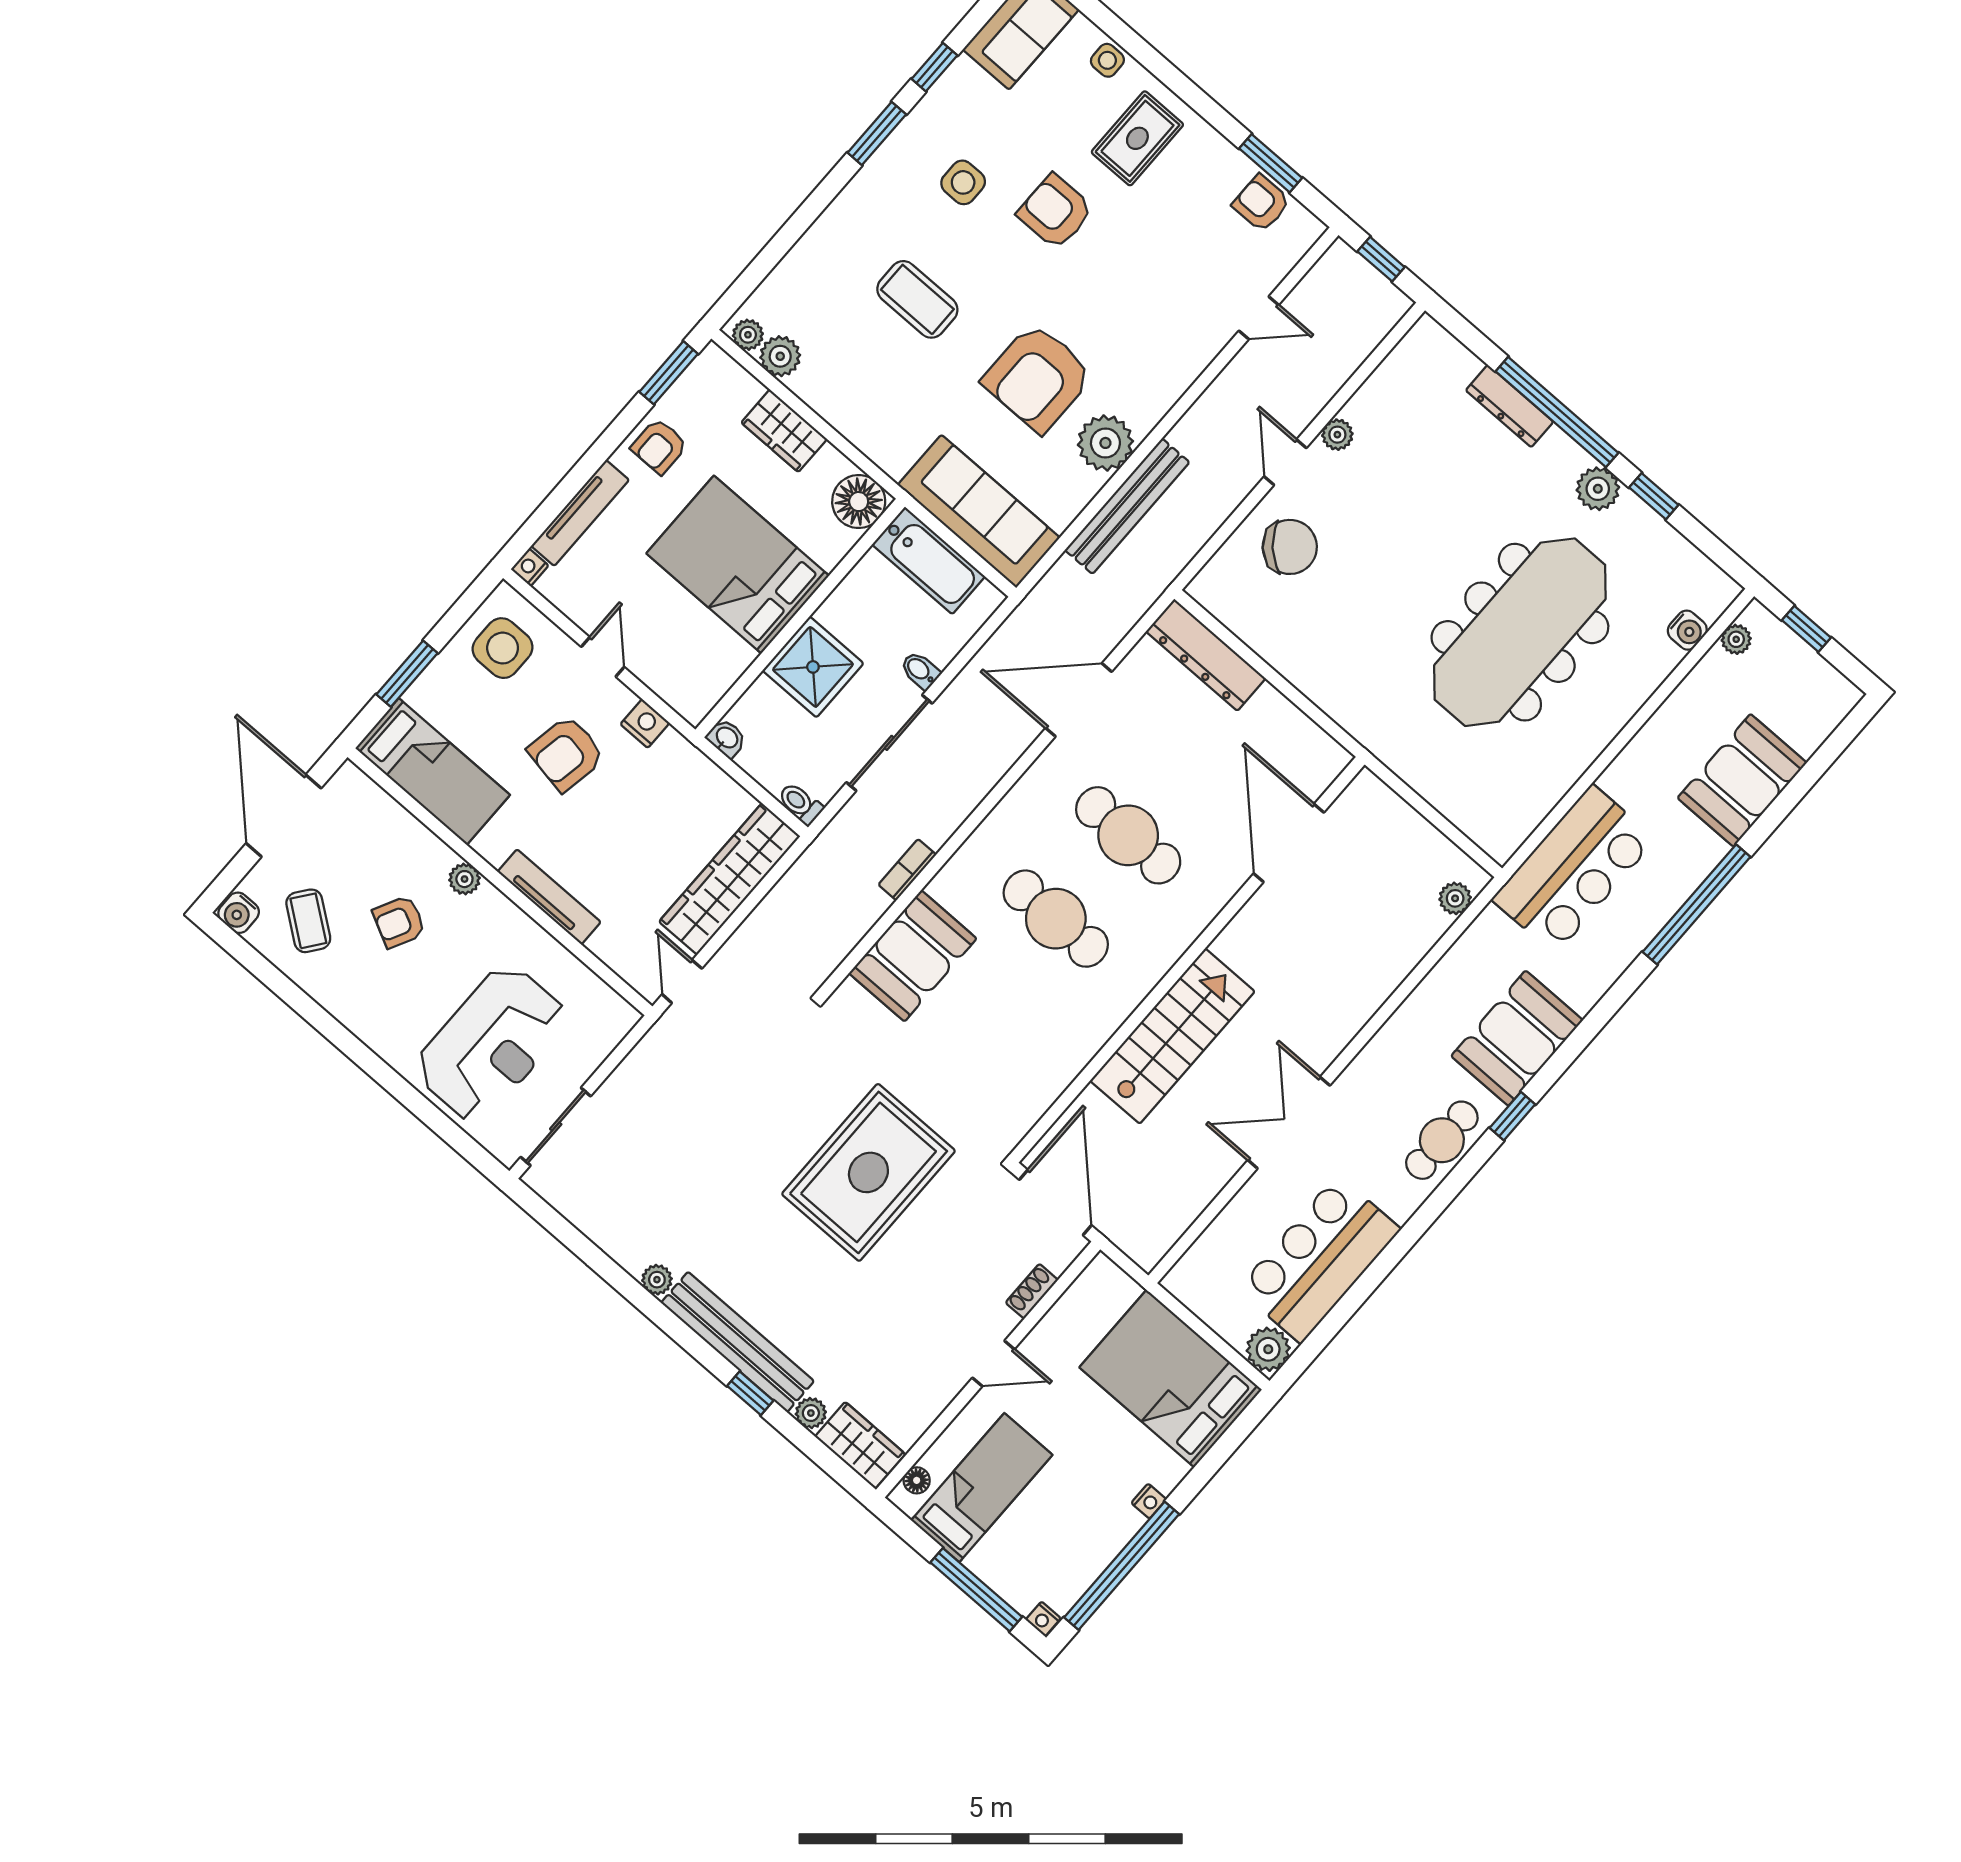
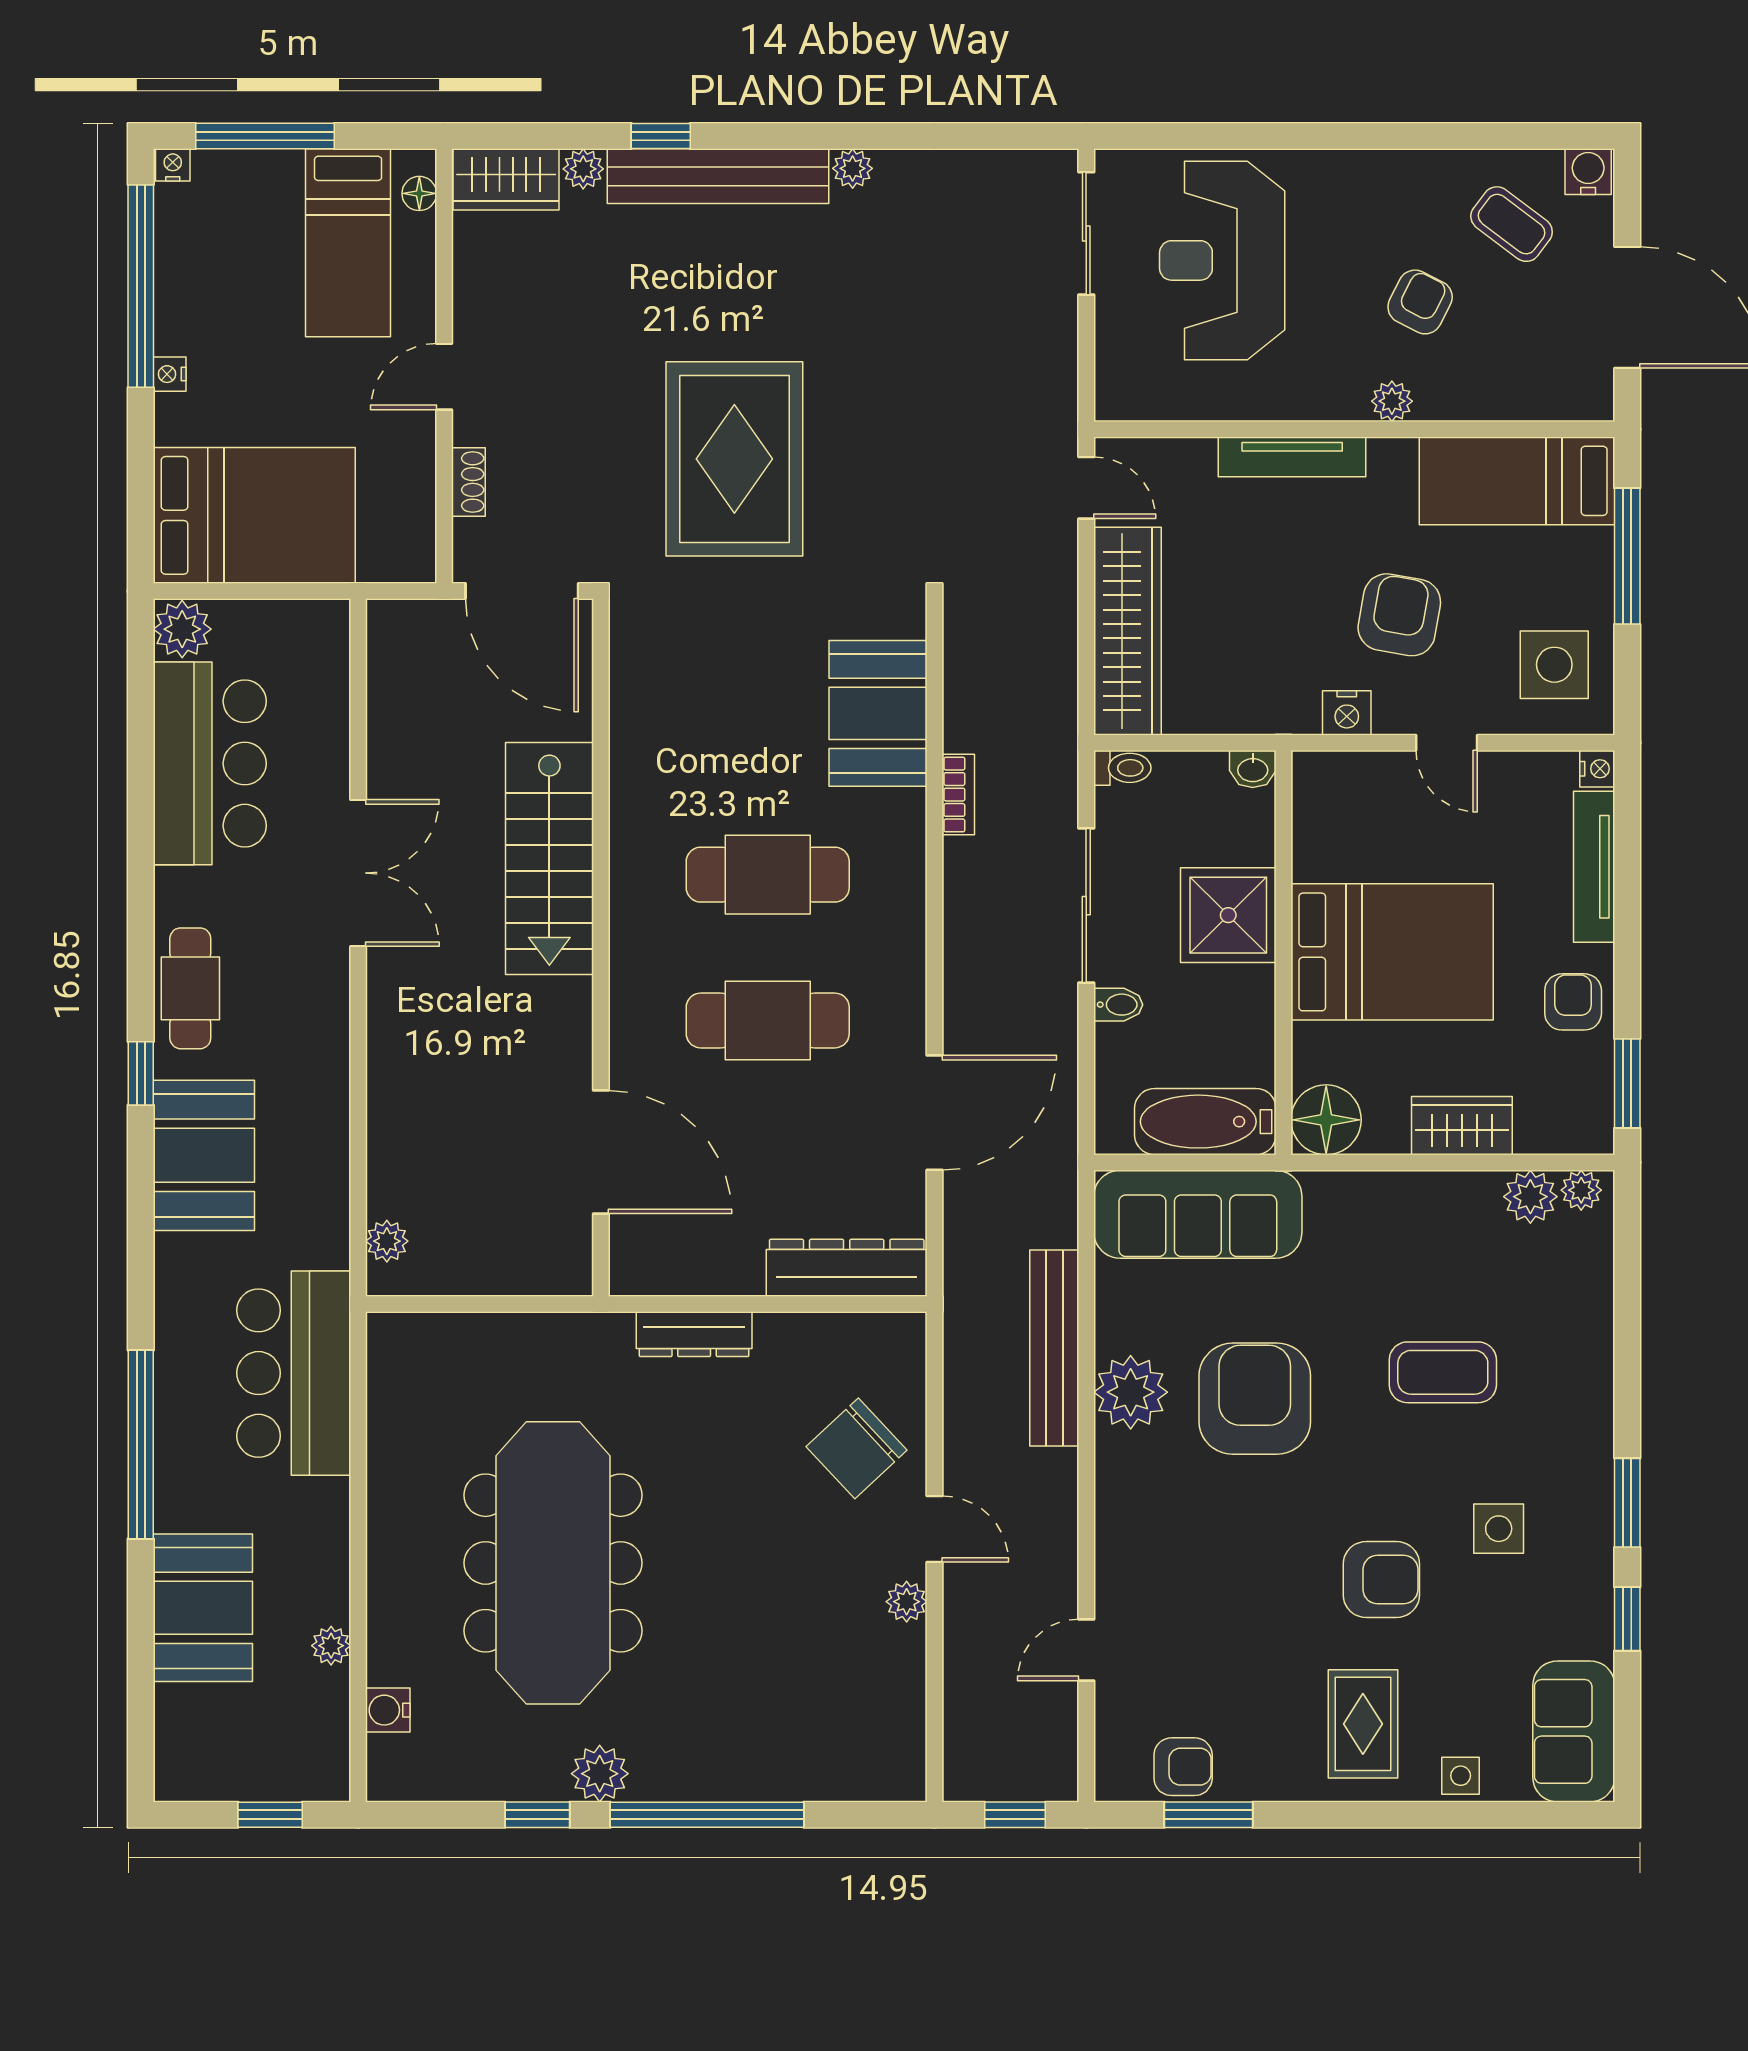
dresser: (1510, 406) -> (694, 1334), moved, turned 180
plant: (1736, 639) -> (331, 1646), moved
window: (407, 674) -> (1627, 556), width x1.44

